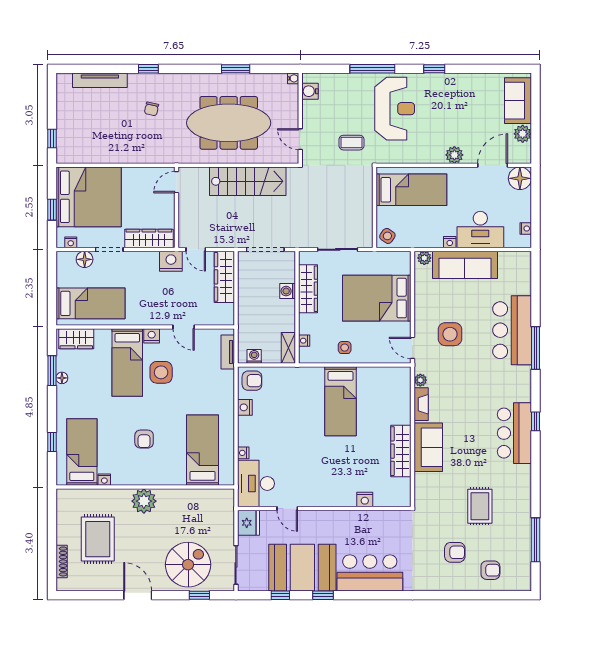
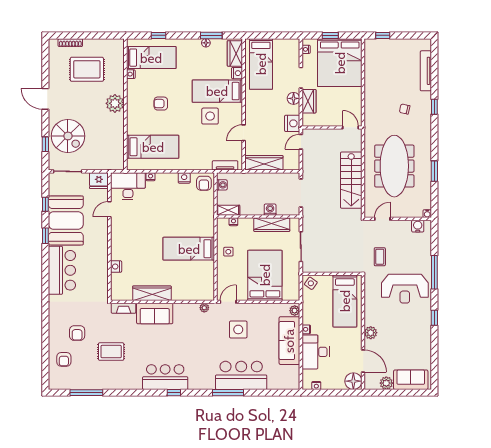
wardrobe: (149, 238) -> (309, 101), width x0.67
floor lamp: (85, 259) -> (294, 98), moved
wardrobe: (224, 277) -> (264, 163), moved
nightstand: (152, 336) -> (237, 73), moved
fireplace: (421, 404) -> (124, 308), moved
door: (138, 595) -> (45, 99), swing flipped

